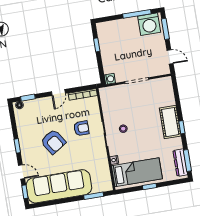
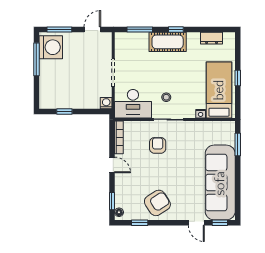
desk: (113, 102) -> (133, 104), added
armchair: (53, 142) -> (157, 203), moved
window: (17, 146) -> (140, 223), moved
window: (187, 160) -> (140, 29), moved
dresser: (180, 163) -> (212, 38), width x0.70
door: (22, 172) -> (196, 223), swing flipped

